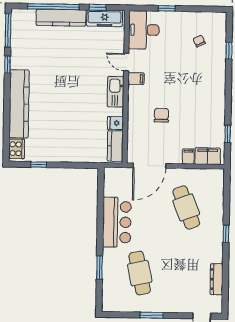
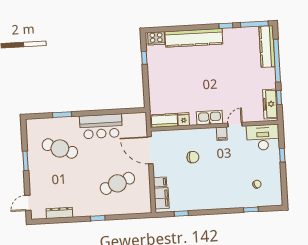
kitchen counter: (61, 18) -> (267, 46), moved
cafe table: (140, 273) -> (60, 148), turned 33

